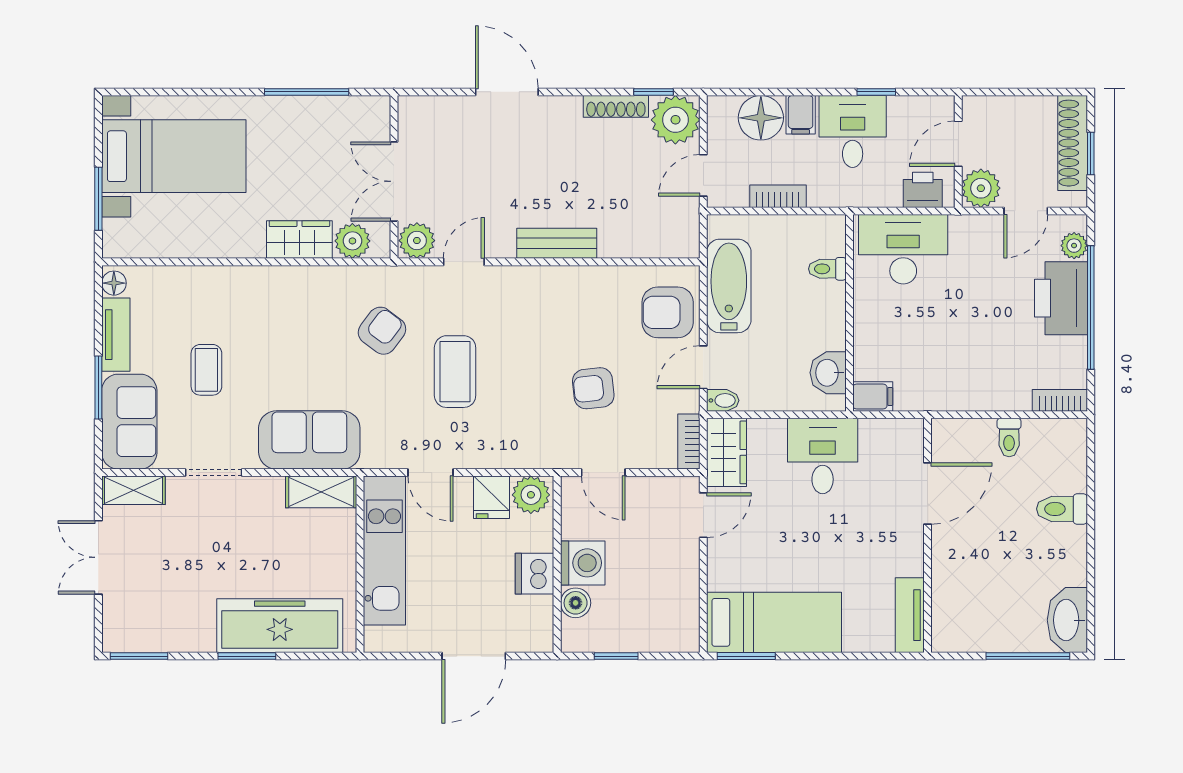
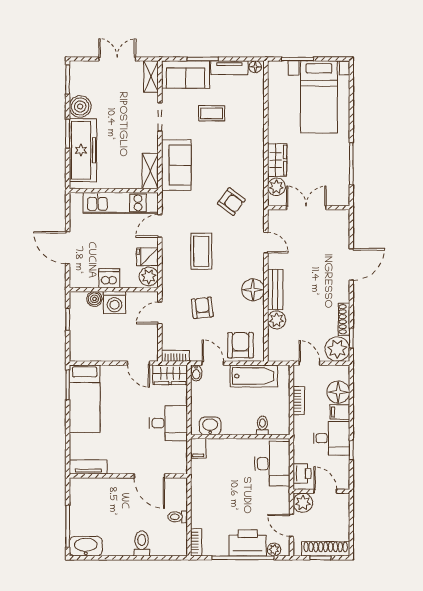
plant: (417, 241) -> (277, 320), moved
floor lamp: (558, 288) -> (253, 290), added
coffee table: (455, 372) -> (201, 251), moved, turned 90
boiler: (193, 631) -> (80, 106), added

